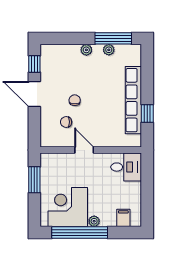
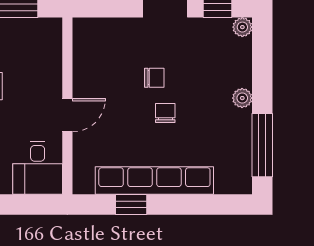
plant: (109, 50) -> (242, 27), moved
chair: (66, 122) -> (165, 113), moved
door: (84, 150) -> (67, 115), moved

